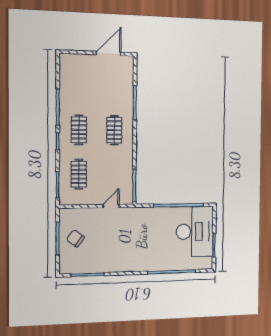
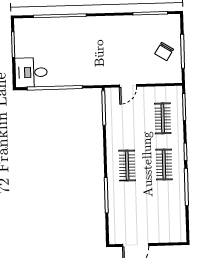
desk: (195, 232) -> (31, 72), width x0.53, depth x0.77
chair: (75, 238) -> (164, 52), turned 85

